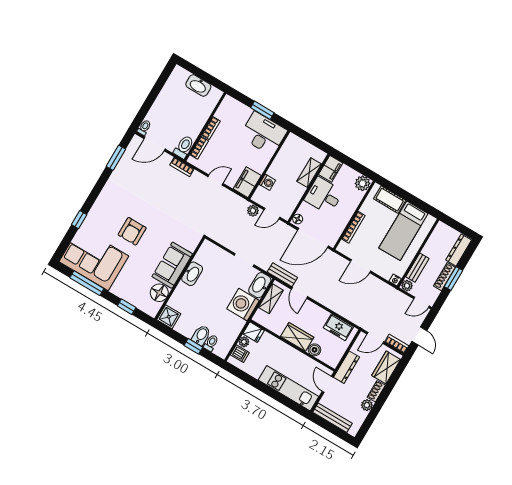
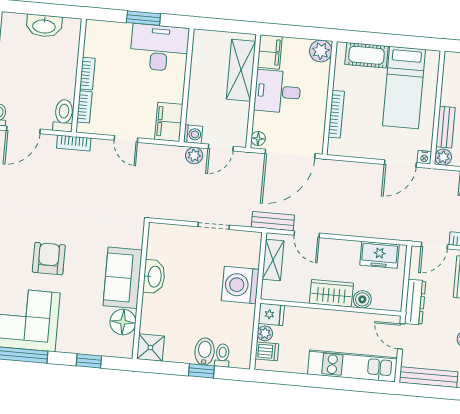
shelving: (309, 173) -> (241, 70), width x1.50, depth x1.33
door: (216, 180) -> (126, 139), swing flipped
washing machine: (267, 182) -> (193, 134), moved
armchair: (132, 231) -> (49, 259), turned 180
door: (361, 266) -> (400, 164), moved
washbasin: (260, 285) -> (250, 249), removed

